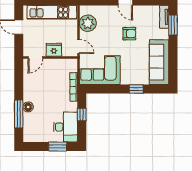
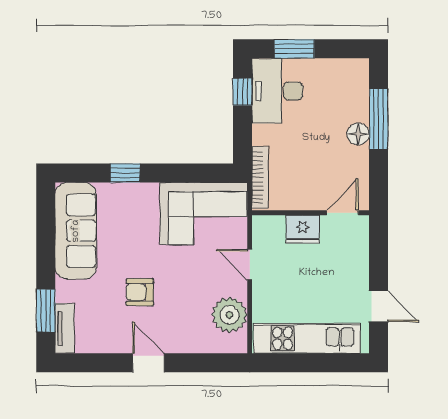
fridge: (54, 50) -> (303, 229), moved
door: (35, 57) -> (343, 213), moved
wall: (50, 57) -> (311, 213), moved
window: (82, 115) -> (243, 92), moved

